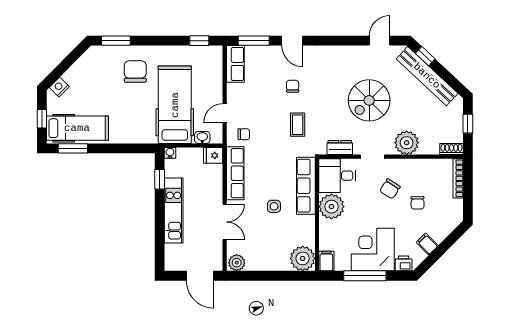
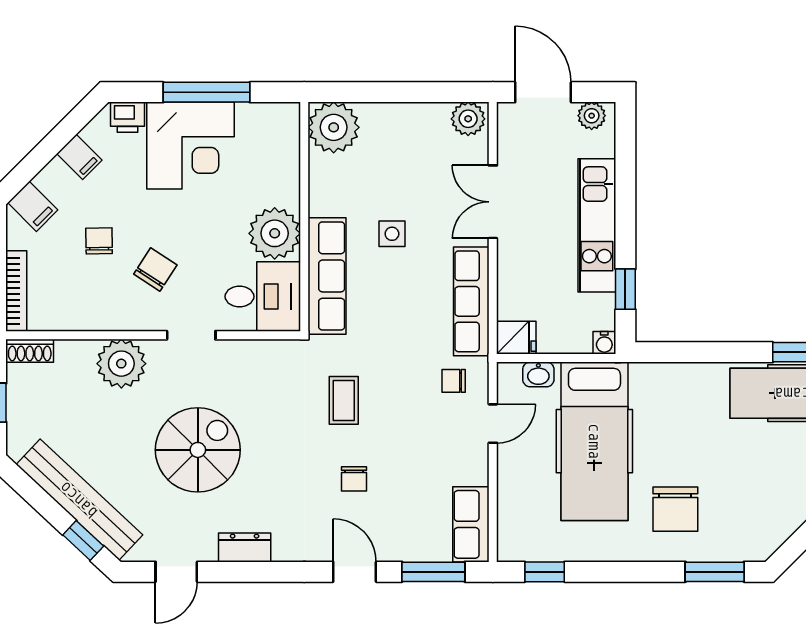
dresser: (340, 148) -> (245, 547), moved, turned 180
filing cabinet: (326, 261) -> (33, 206), moved, turned -45
plant: (176, 264) -> (592, 116), added

